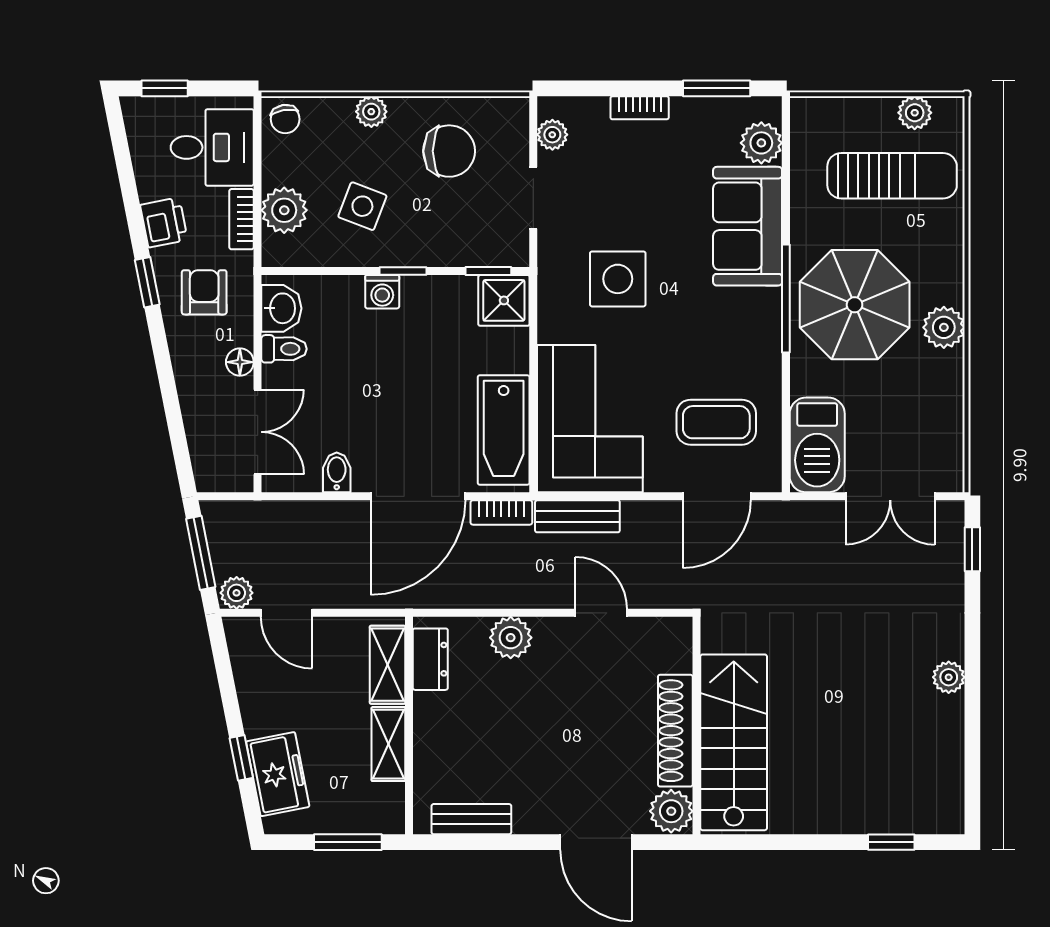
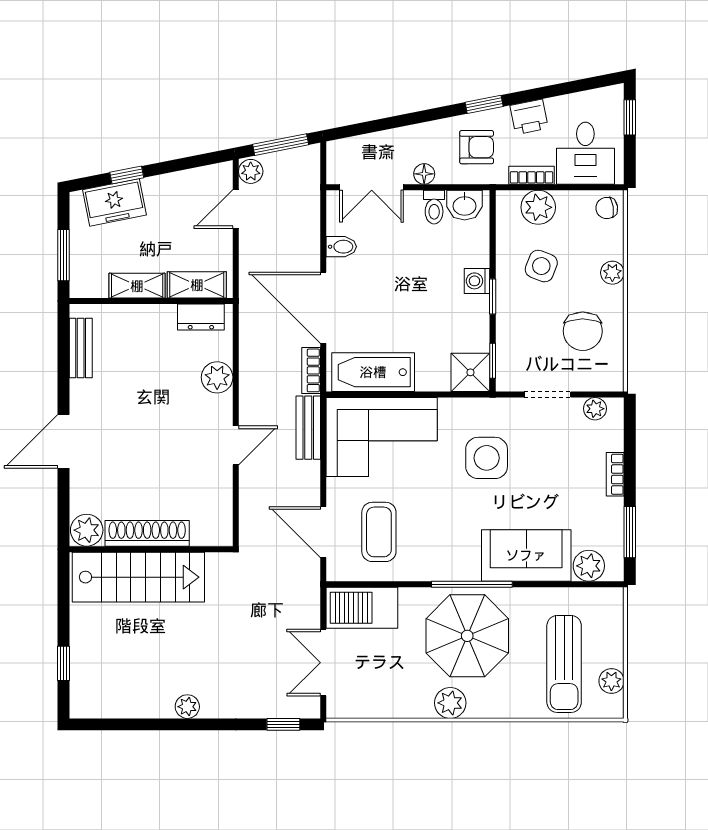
wall: (697, 726) -> (151, 549), moved
shoe rack: (675, 731) -> (147, 533), moved
stairs: (734, 742) -> (138, 577), moved
plant: (671, 811) -> (87, 530), moved

